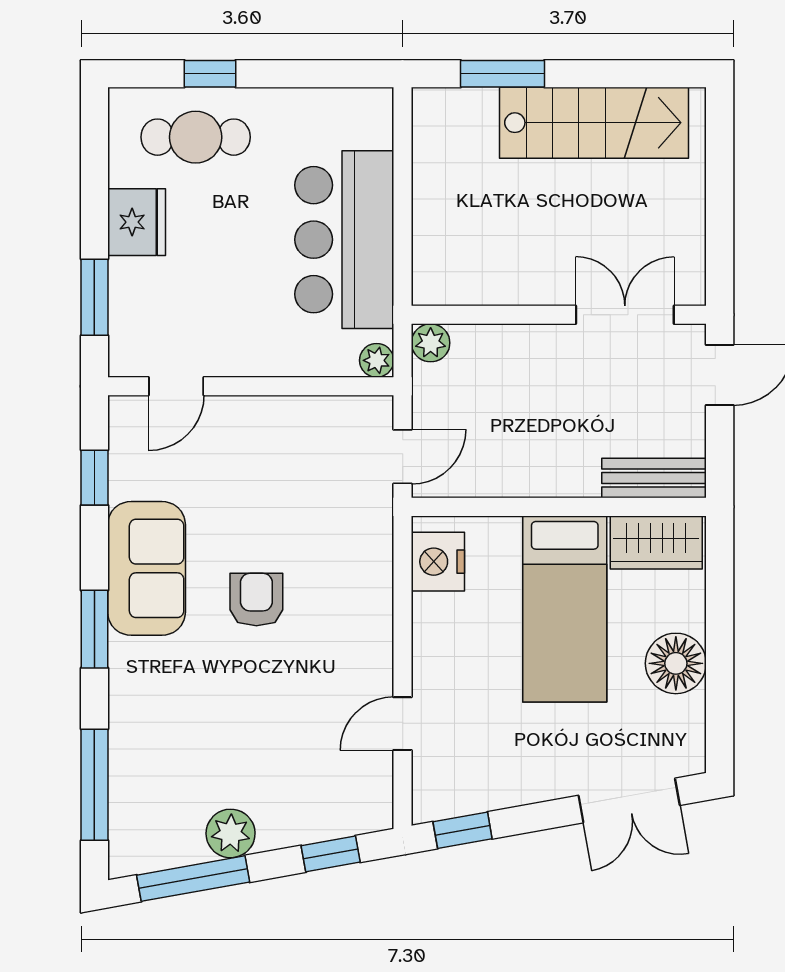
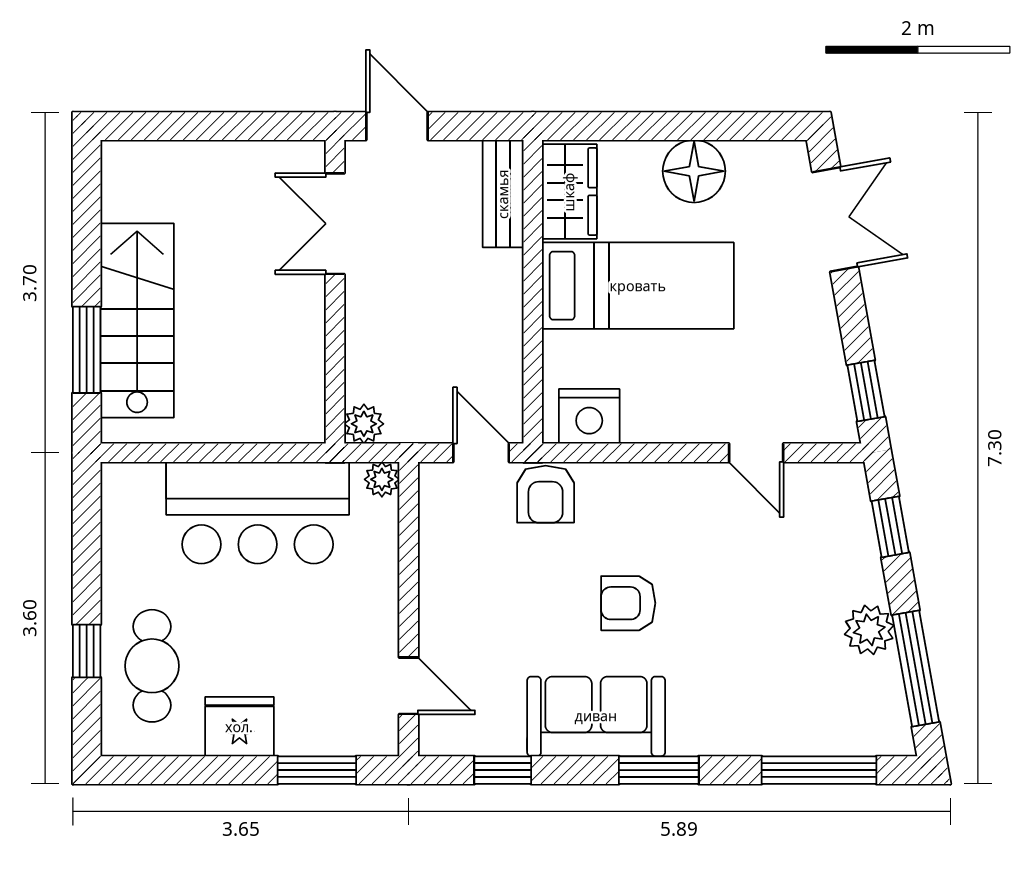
stairs: (594, 123) -> (137, 321), moved
armchair: (362, 519) -> (546, 494), added

